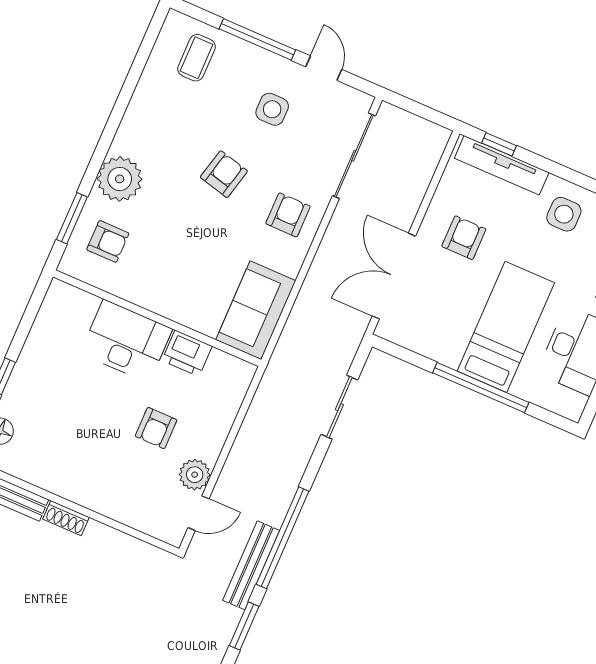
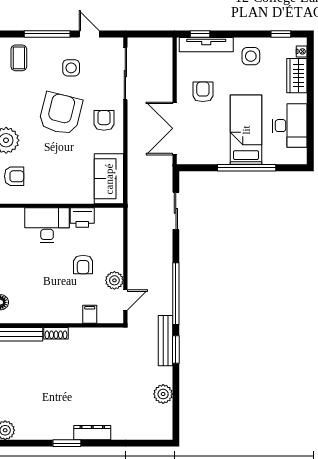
armchair: (224, 174) -> (60, 114), width x1.88, depth x1.88
filing cabinet: (132, 511) -> (90, 314), added
bench: (251, 565) -> (166, 341), moved

